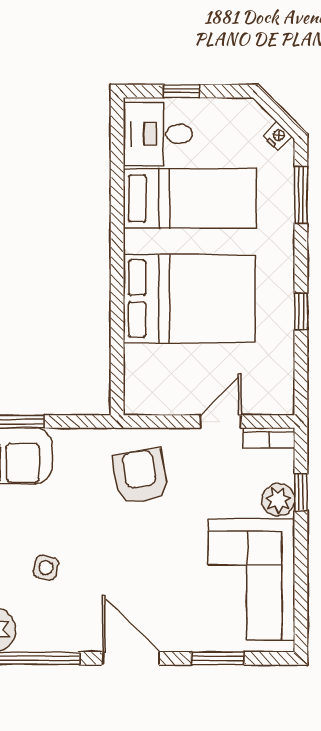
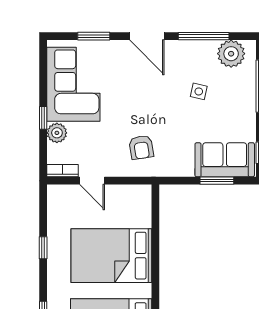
door: (221, 422) -> (92, 181), hinge flipped
armchair: (140, 476) -> (141, 147), width x0.72, depth x0.72
window: (301, 492) -> (43, 118), moved

